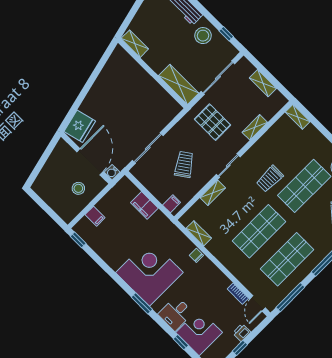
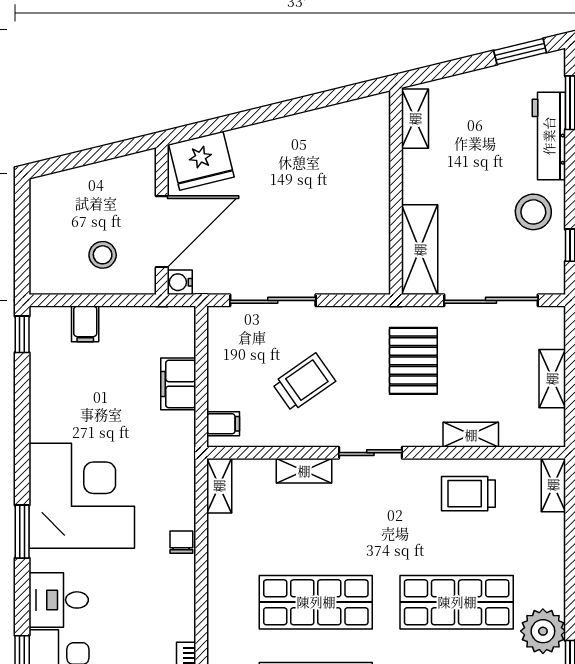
trolley: (270, 179) -> (468, 494), moved
shelving: (199, 233) -> (219, 486), moved

